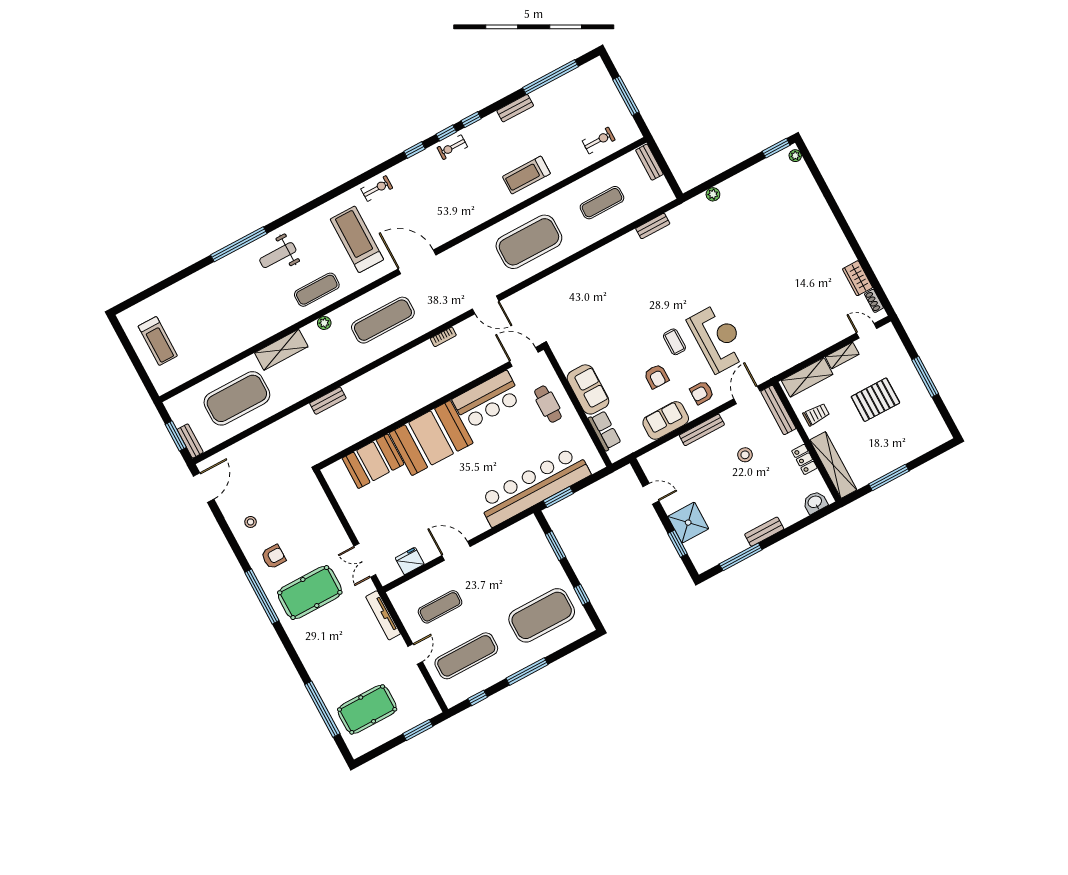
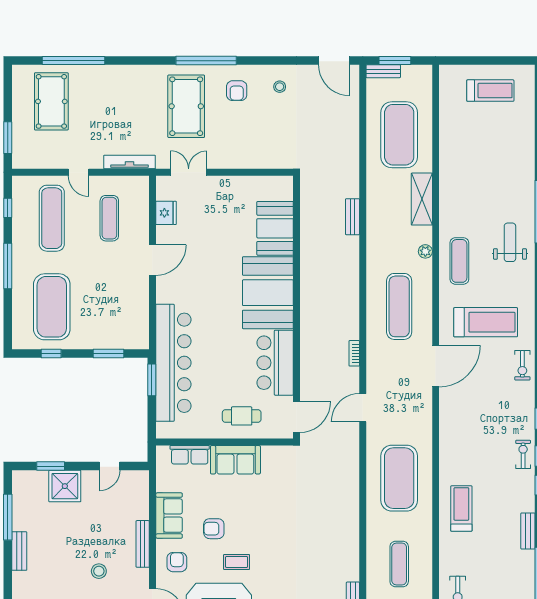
treadmill: (158, 341) -> (490, 91), turned 180

